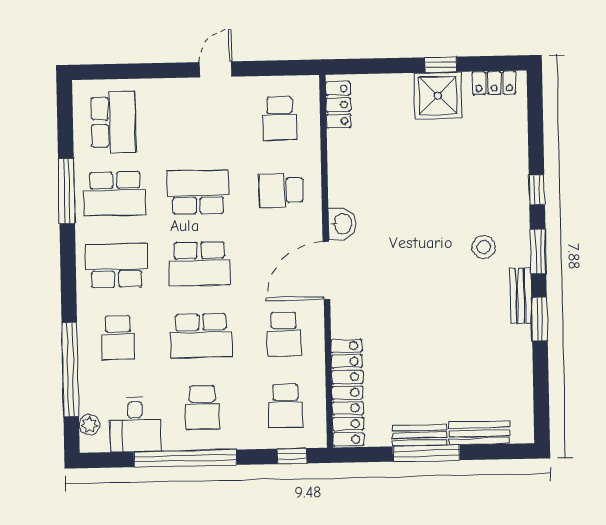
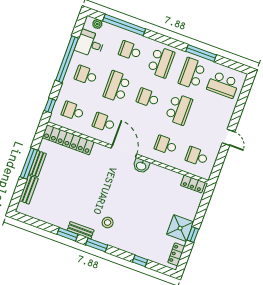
school desk: (281, 190) -> (166, 145), turned -90
window: (537, 190) -> (140, 261), moved
school desk: (199, 264) -> (148, 98), width x0.54

